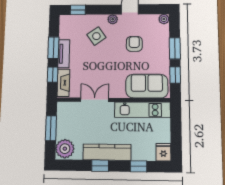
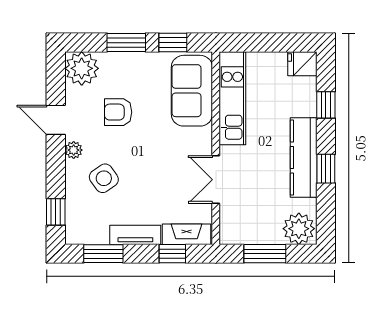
plant: (164, 19) -> (82, 68), width x1.88, depth x1.88
window: (53, 48) -> (103, 254), moved

